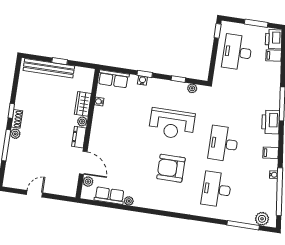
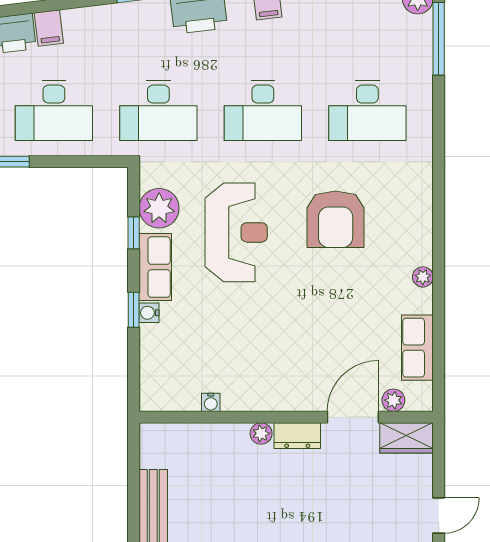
window: (60, 61) -> (134, 504), removed
row of seats: (113, 79) -> (155, 267), moved
plant: (192, 88) -> (159, 208), width x1.88, depth x1.88
desk: (230, 98) -> (158, 110), added
wardrobe: (83, 104) -> (406, 438), moved
door: (35, 194) -> (439, 516), swing flipped
plant: (129, 201) -> (423, 277), moved

